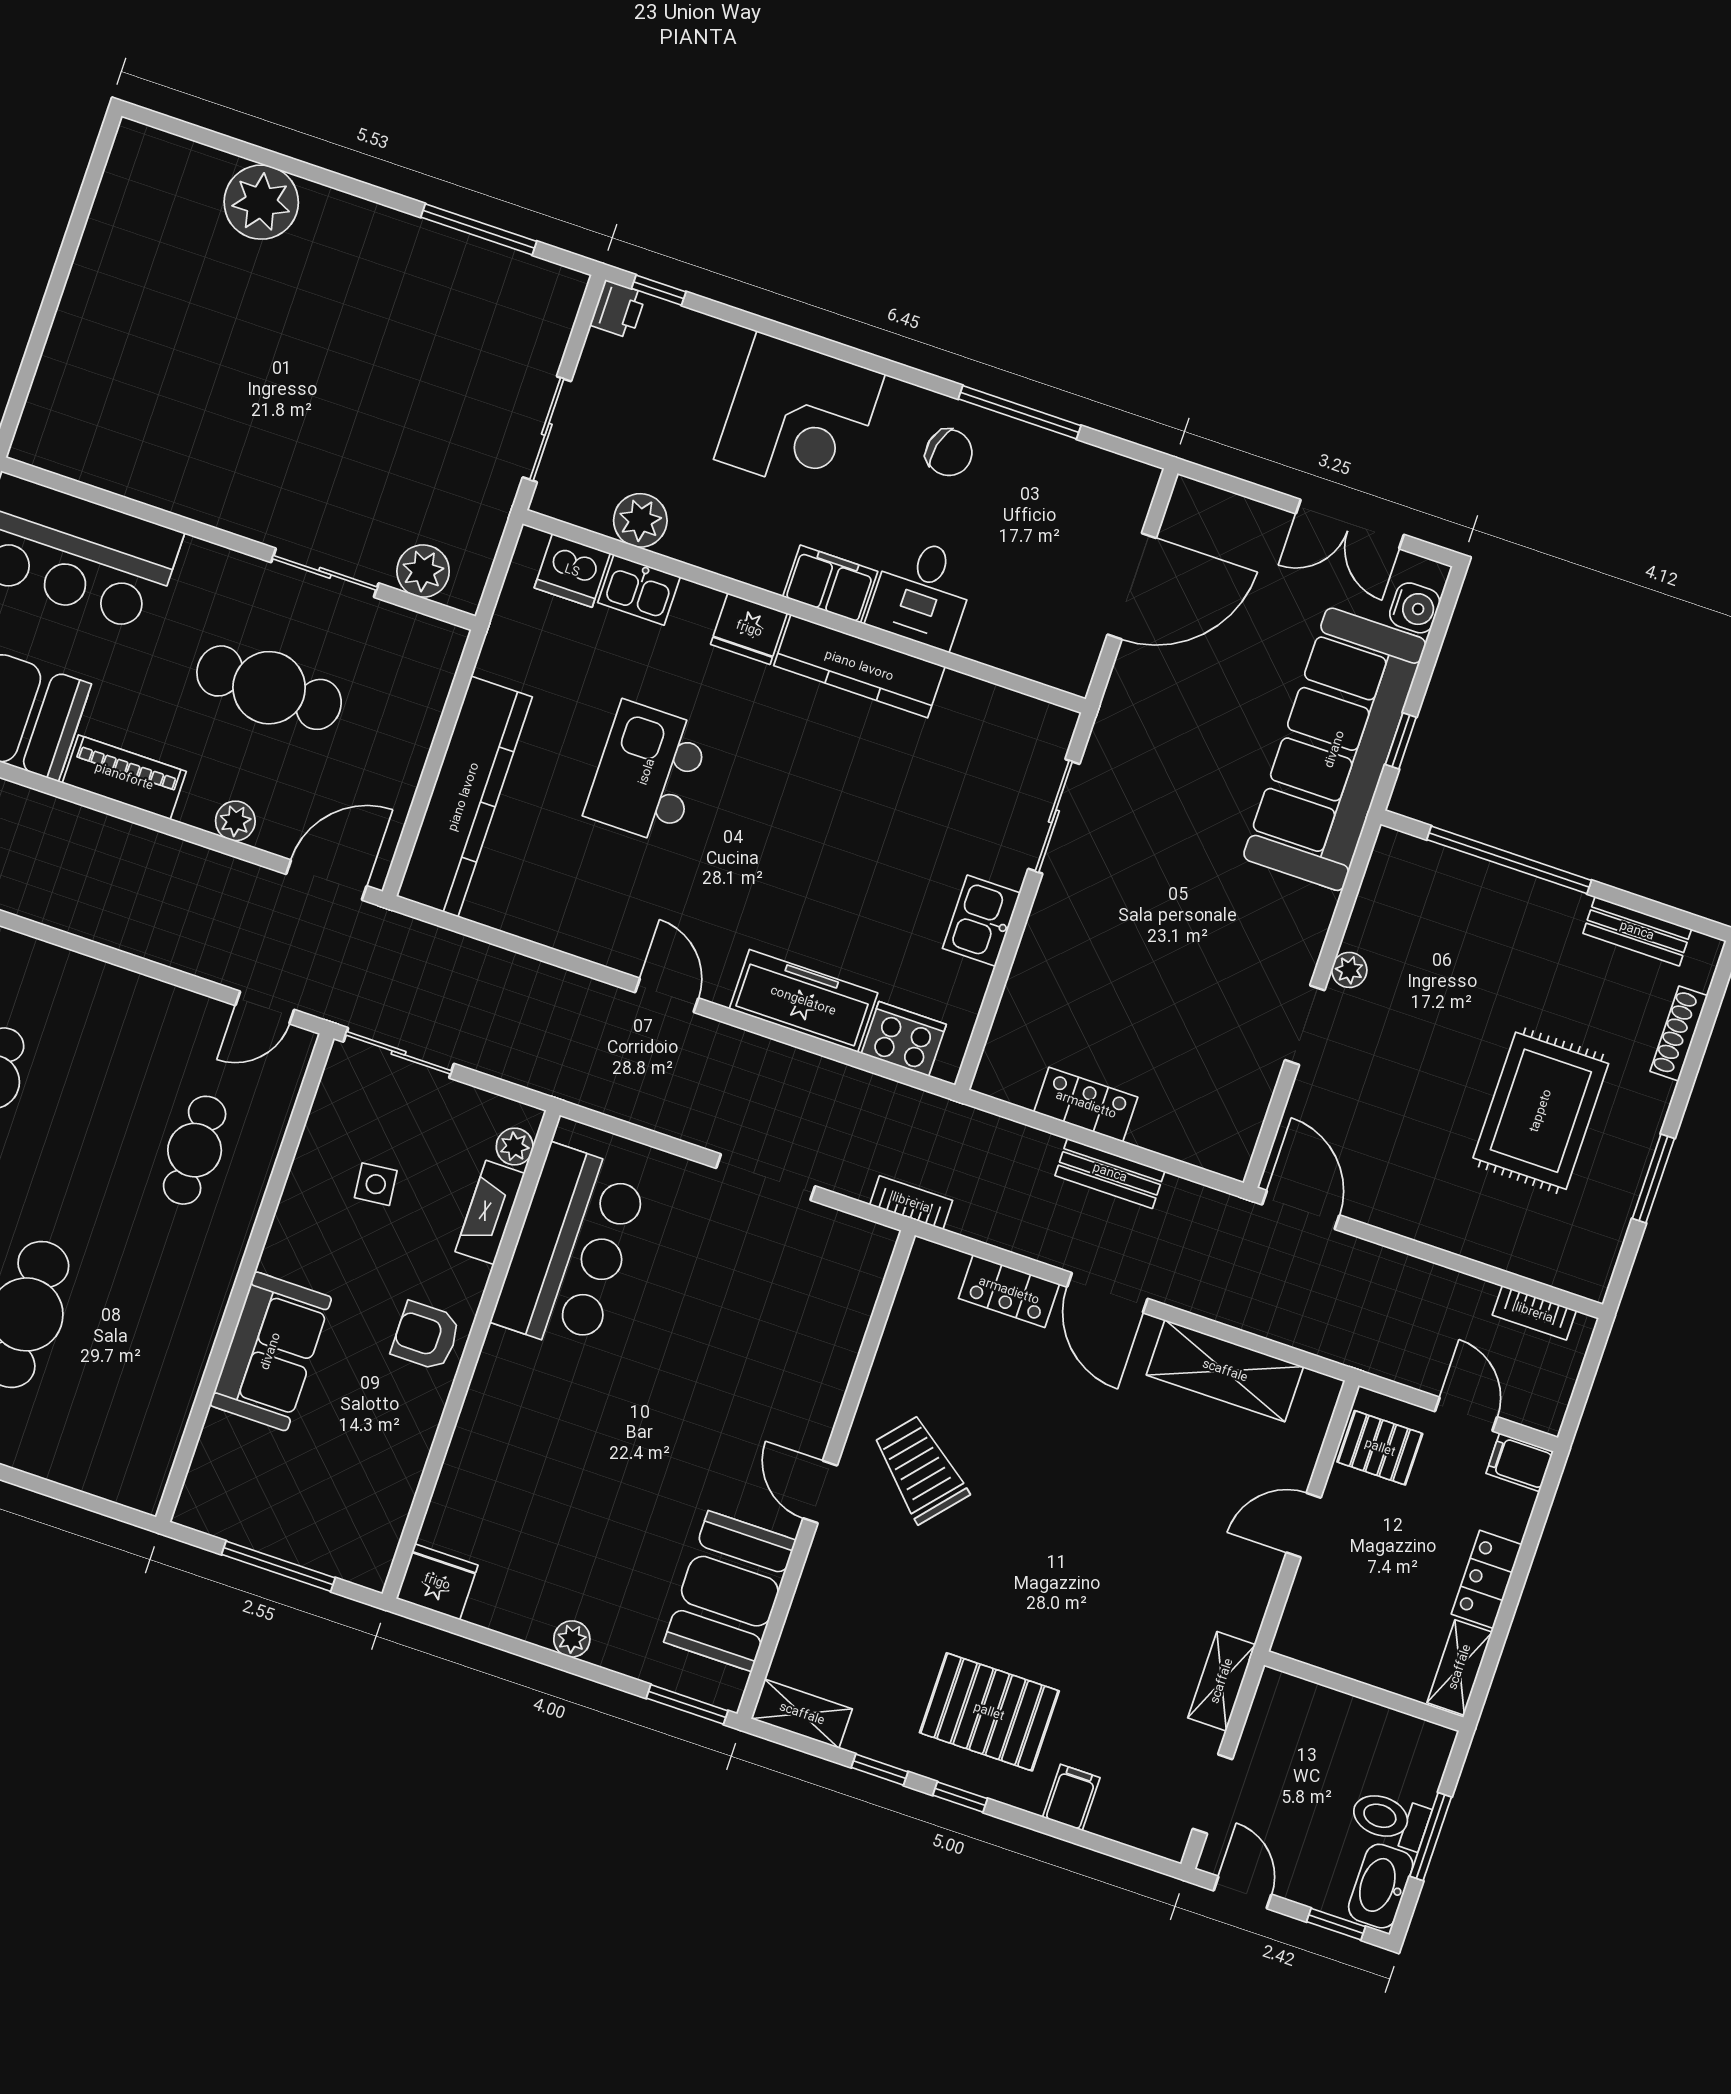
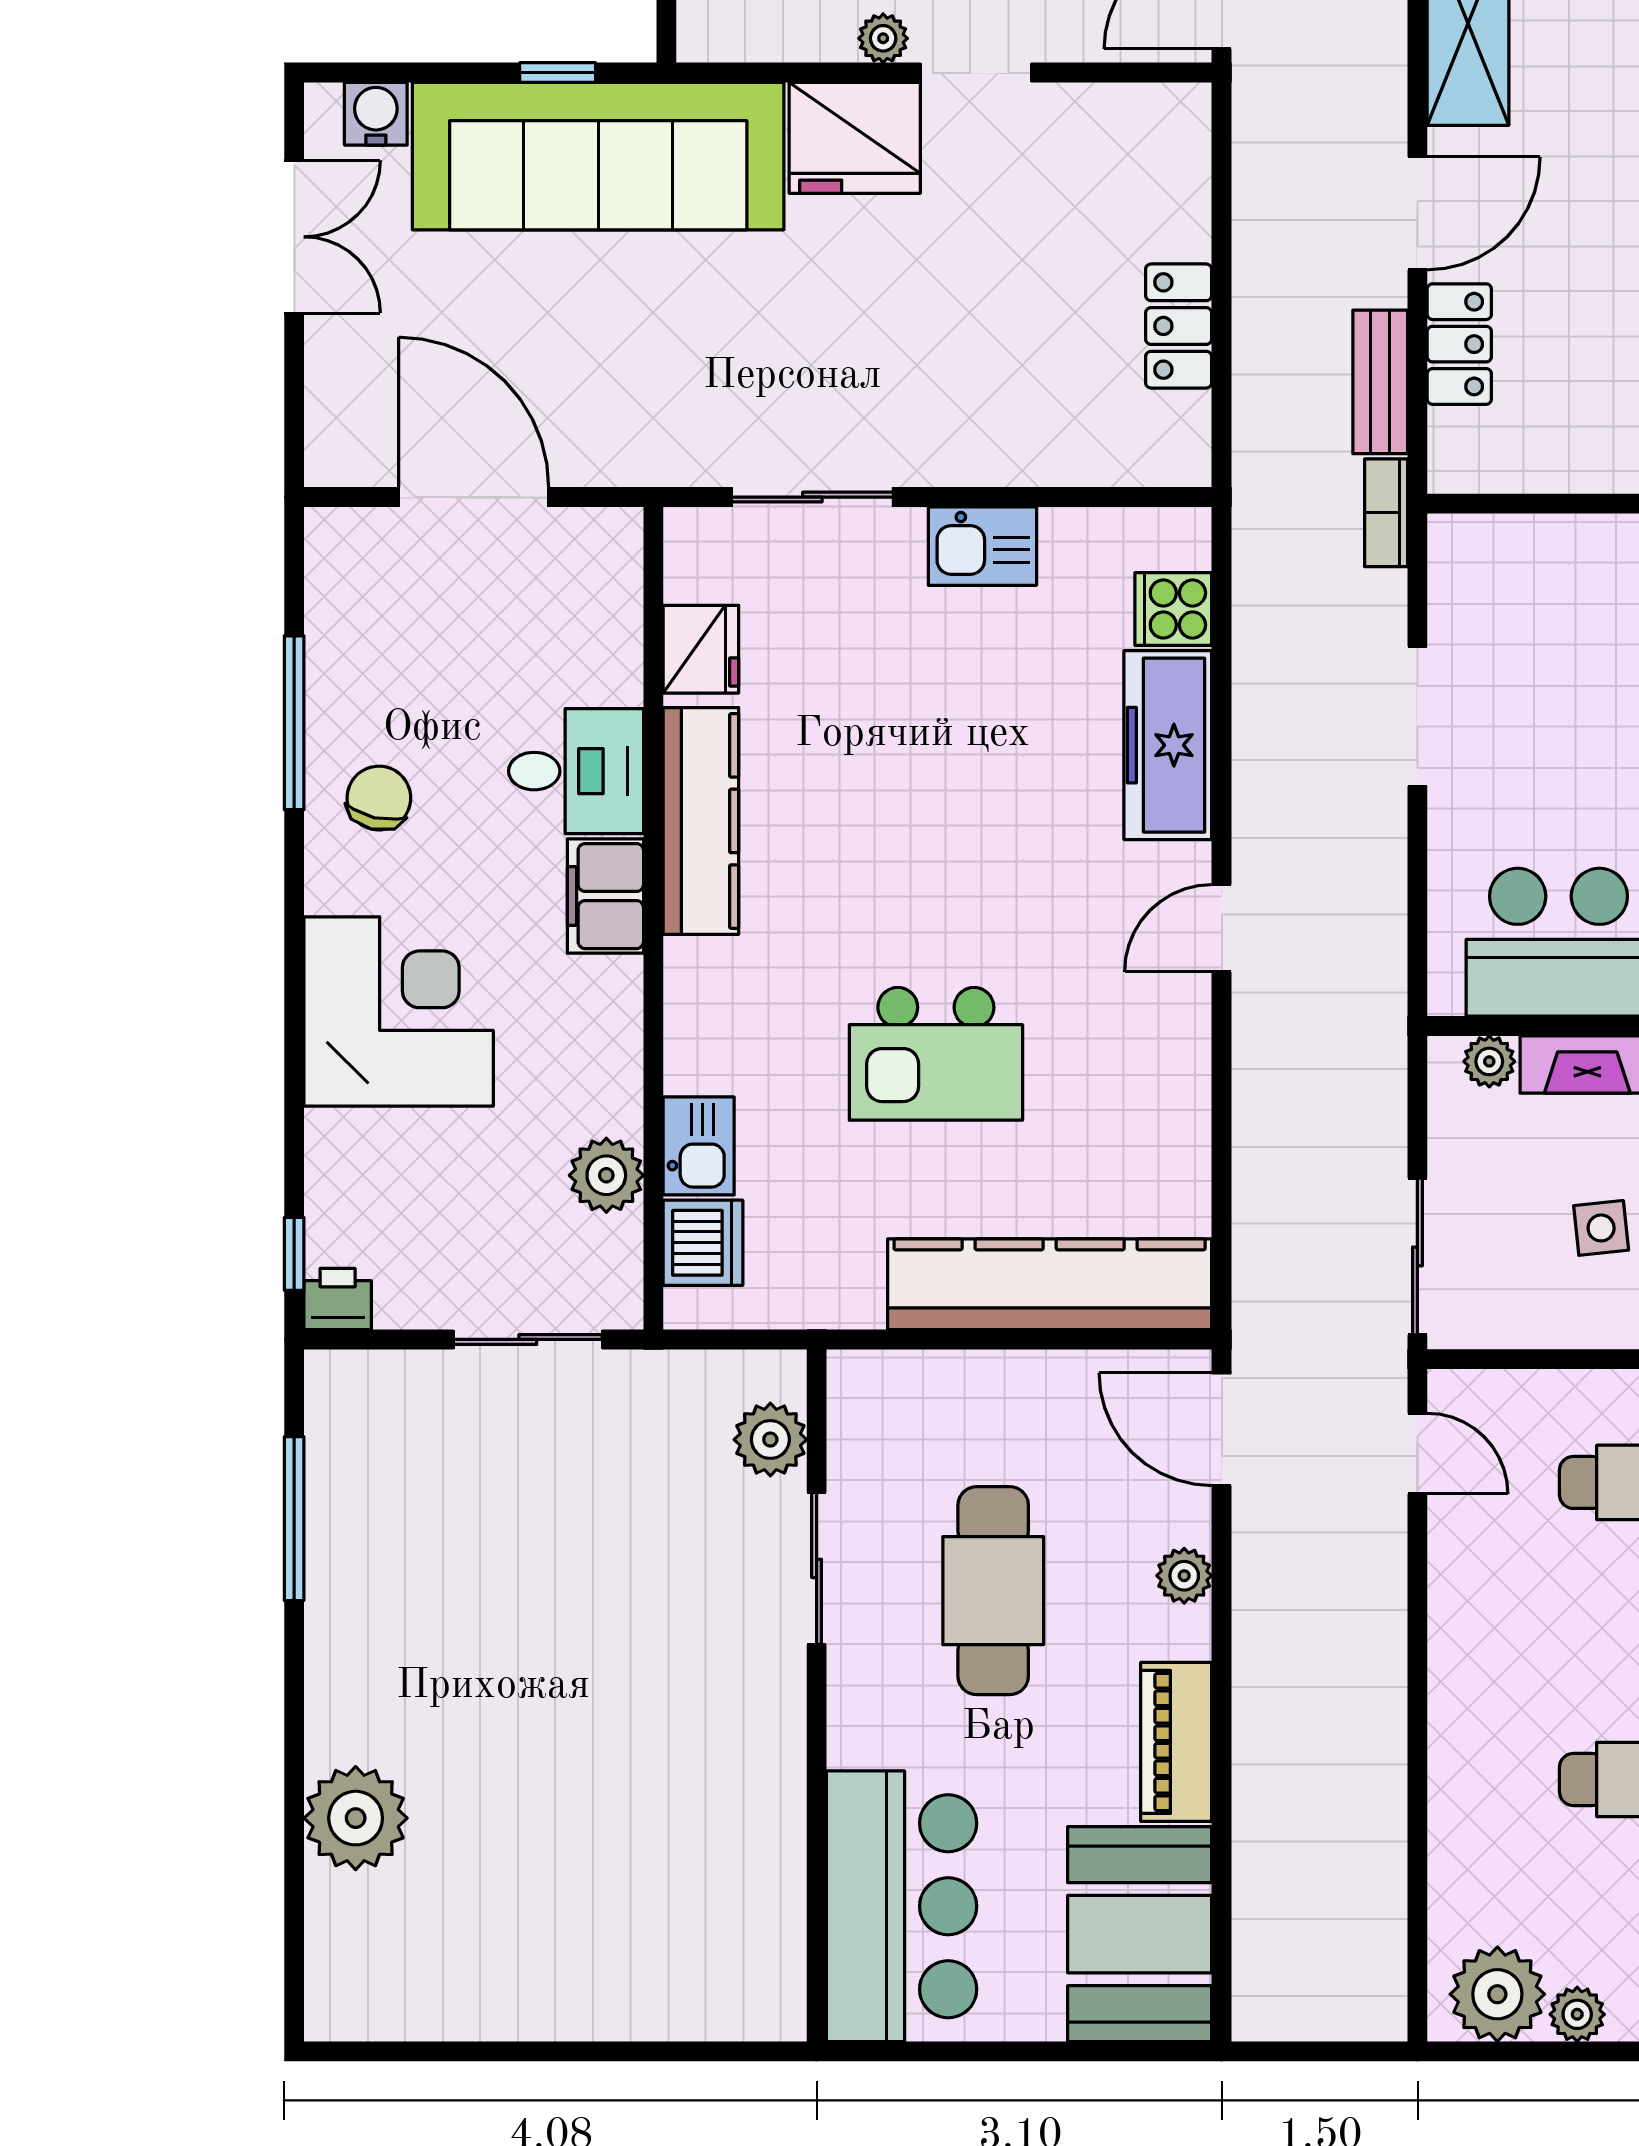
fridge: (749, 629) -> (701, 649), moved
fridge: (1288, 928) -> (855, 138), added
cooker: (904, 1039) -> (1173, 609), width x0.73
bench: (1110, 1173) -> (1380, 382), moved

